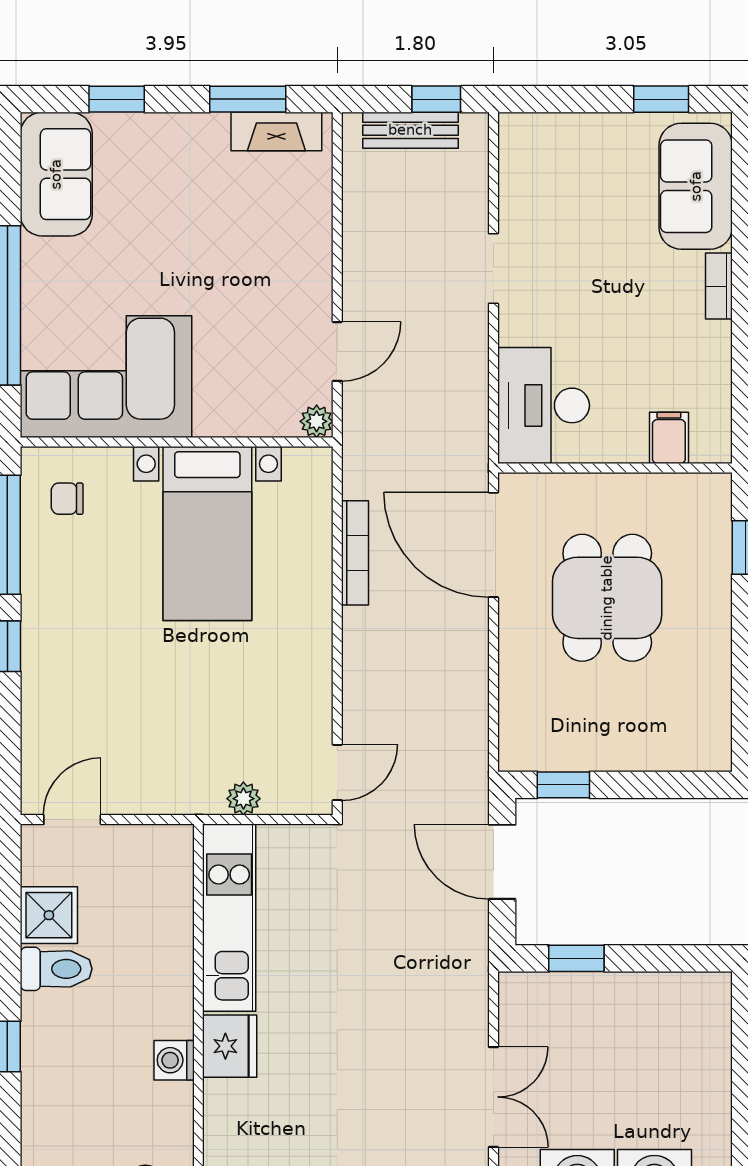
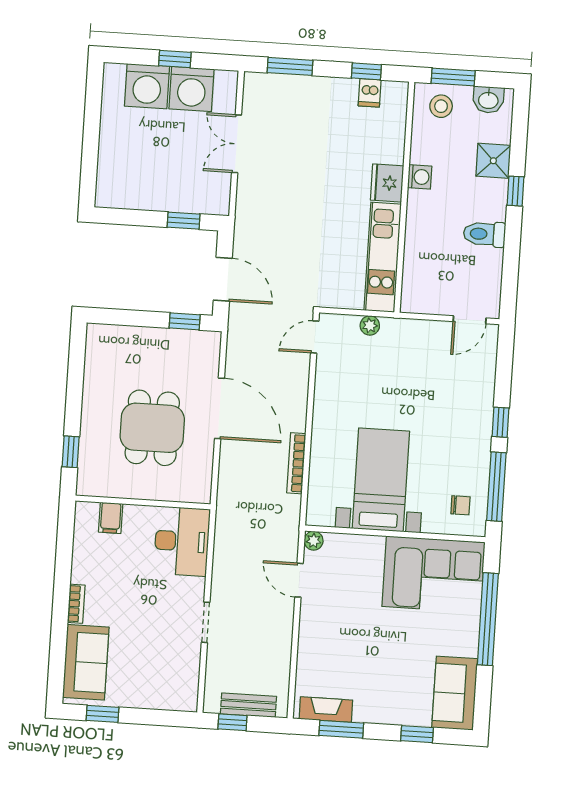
door: (337, 351) -> (299, 580), hinge flipped
door: (493, 545) -> (219, 408), moved
shower: (49, 915) -> (493, 161), moved

